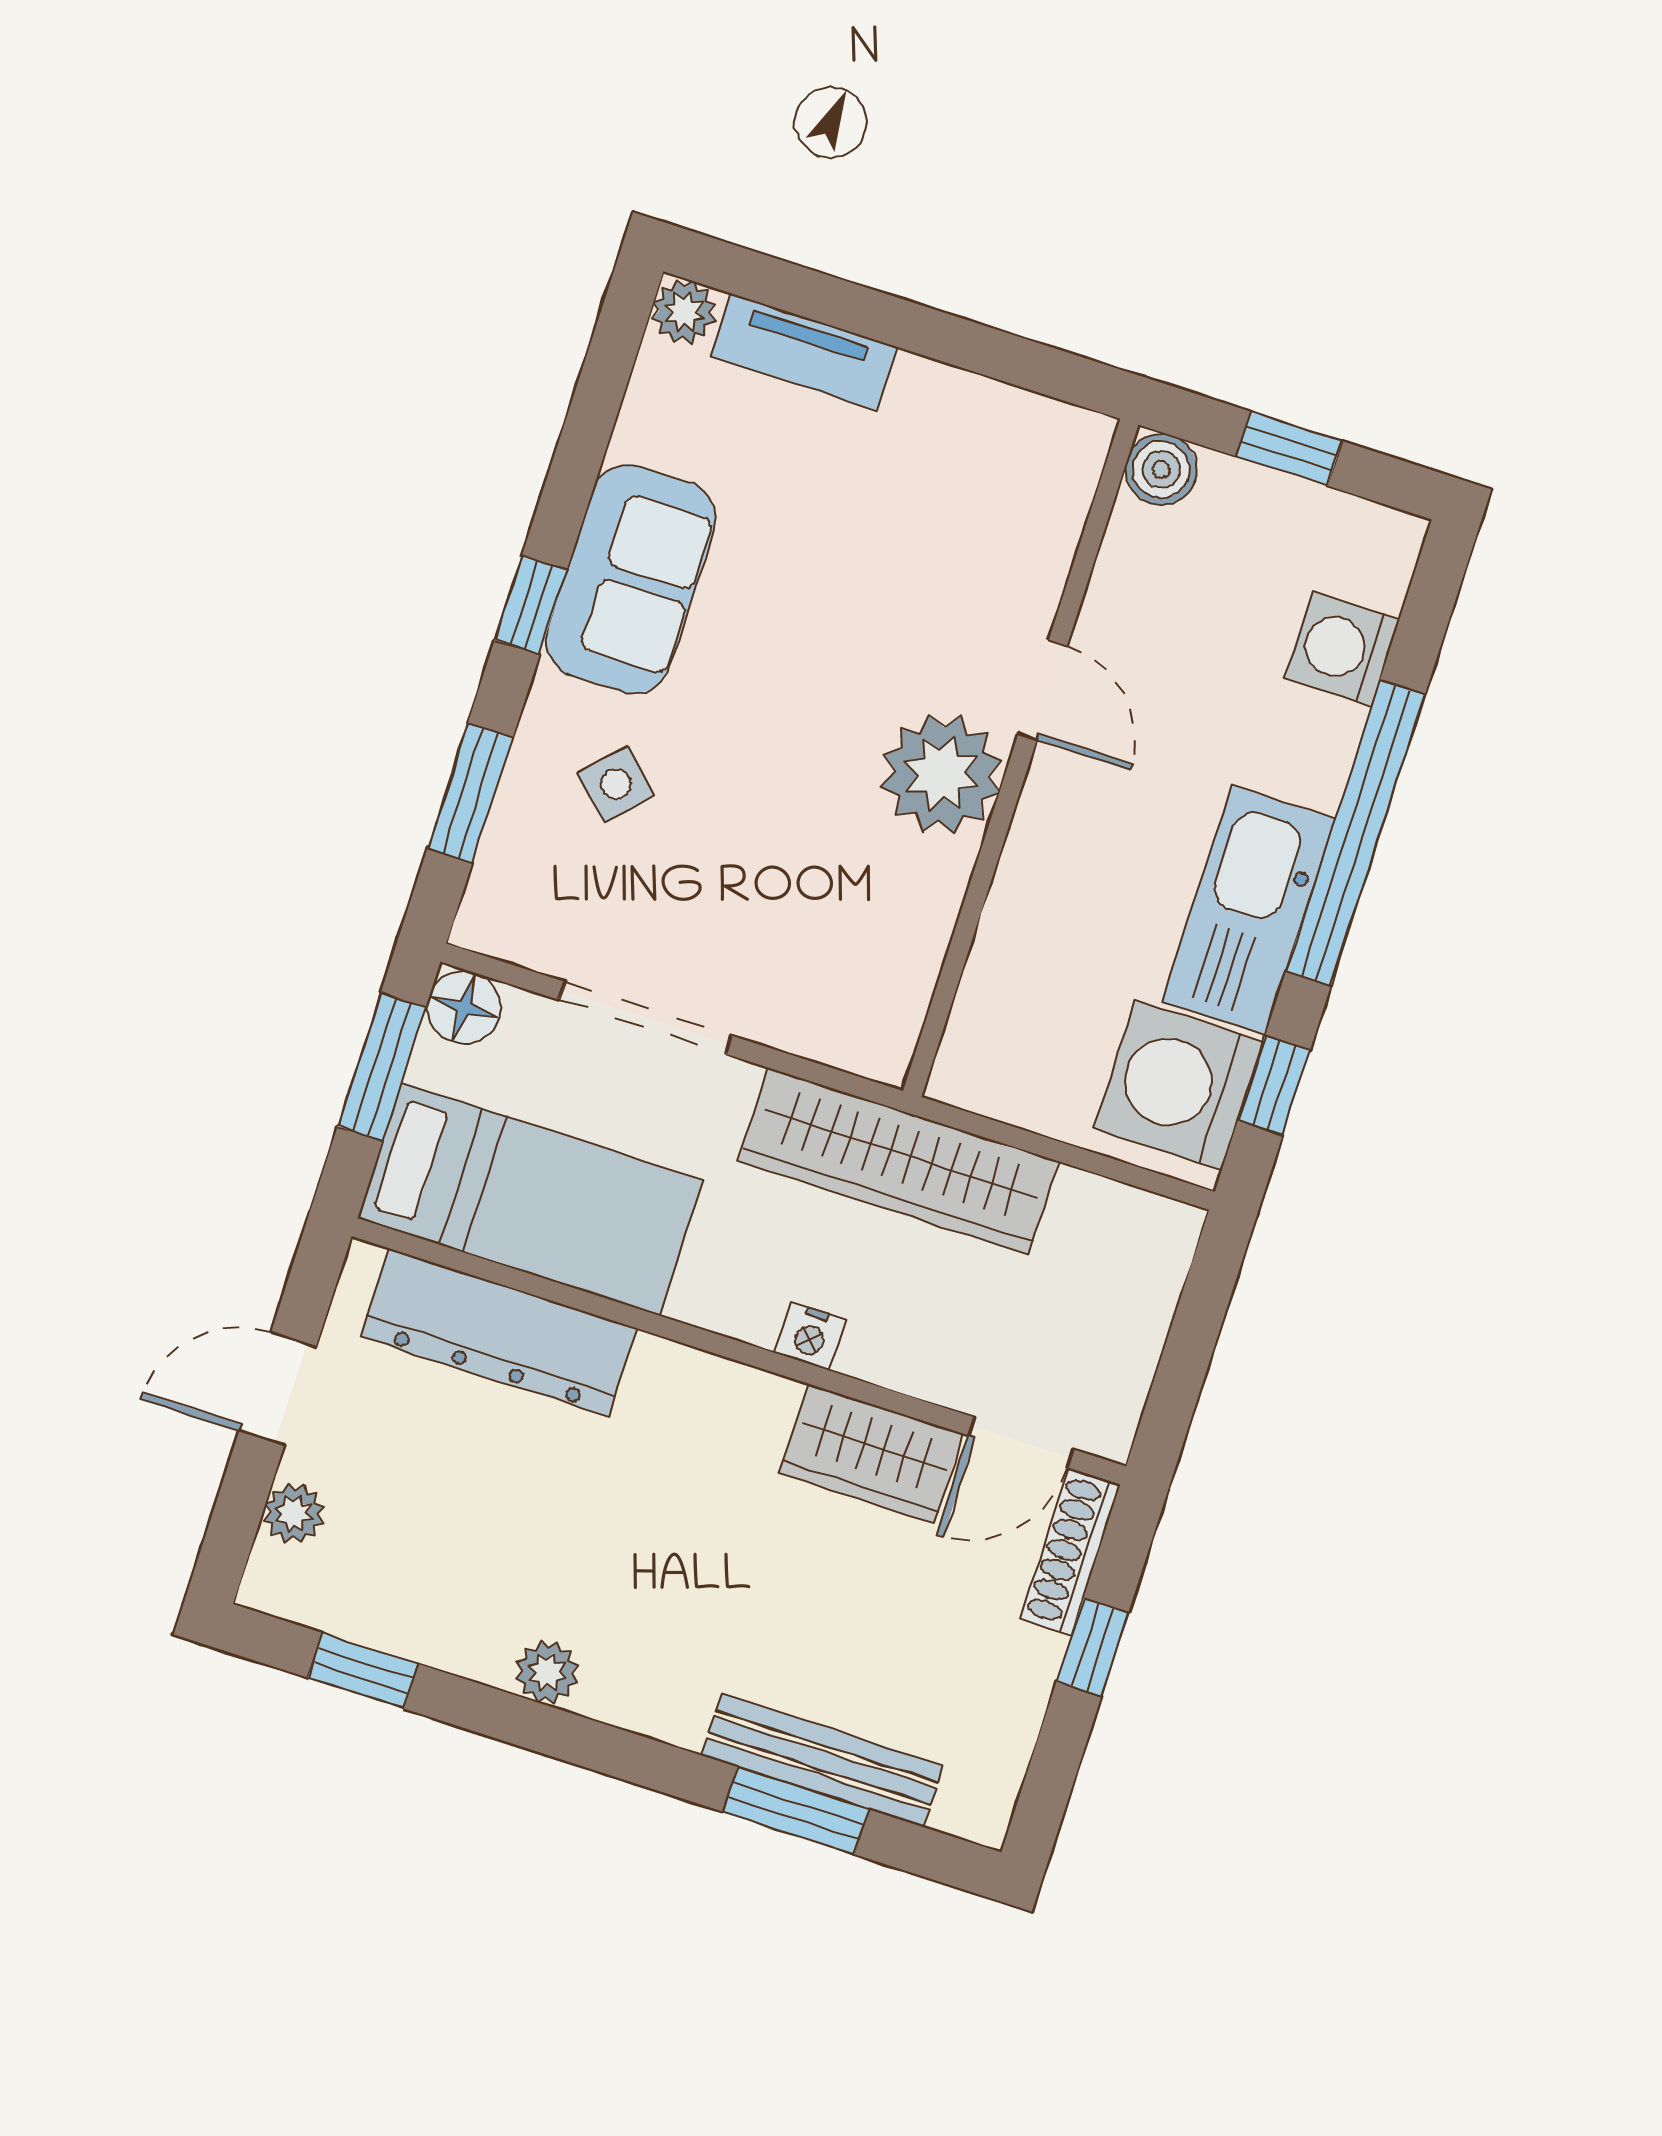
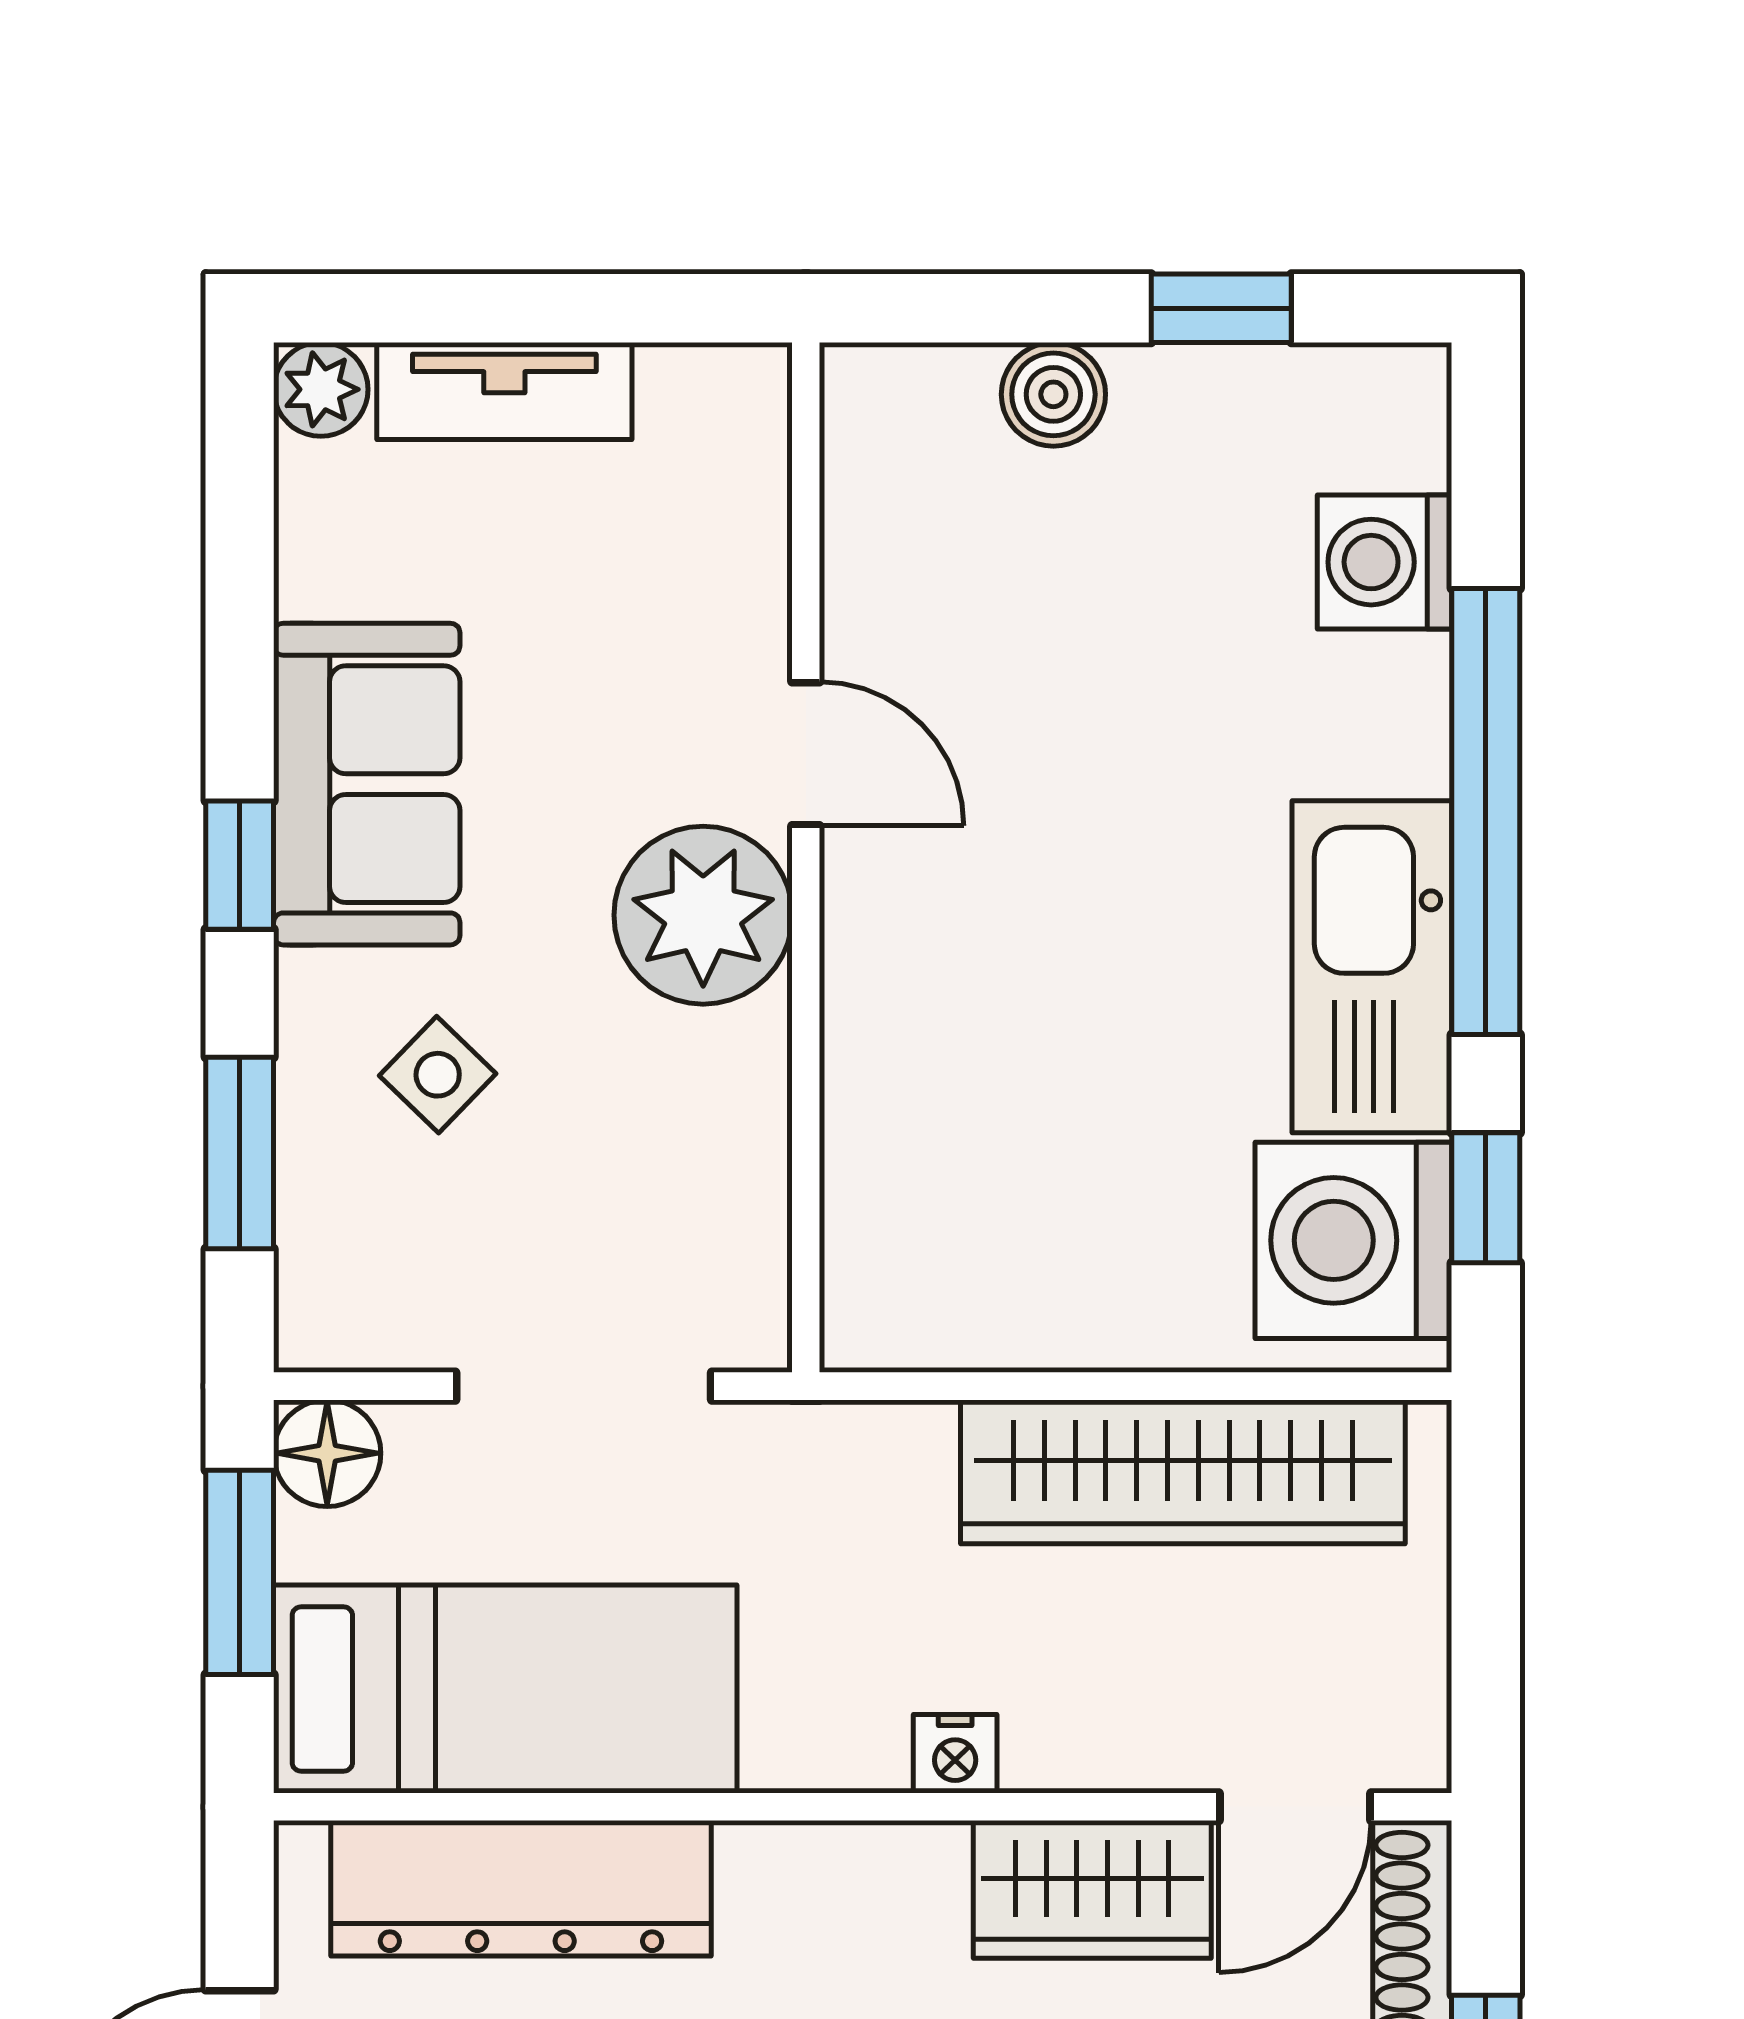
door: (1043, 690) -> (806, 754), moved
wall: (1021, 758) -> (806, 857), moved
plant: (941, 774) -> (703, 915), moved
wardrobe: (898, 1161) -> (1183, 1472), moved

